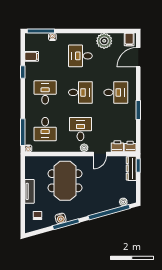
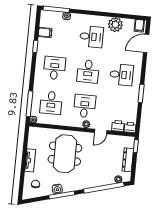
desk: (80, 56) -> (91, 37), turned 180
desk: (80, 92) -> (88, 71), turned 90
dresser: (131, 168) -> (128, 160), moved

